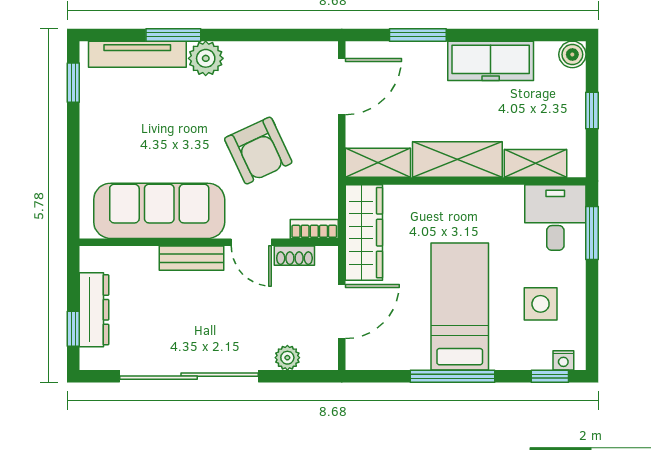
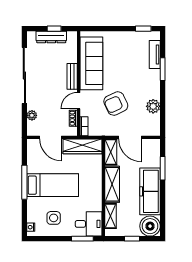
tv unit: (137, 54) -> (155, 54), width x0.71
boiler: (572, 54) -> (150, 226), width x1.86, depth x1.86
plant: (206, 58) -> (153, 106), moved
freezer: (491, 61) -> (150, 191), width x1.36, depth x1.26
door: (342, 87) -> (130, 137), moved
window: (73, 329) -> (54, 29), moved
window: (550, 376) -> (24, 222), removed

